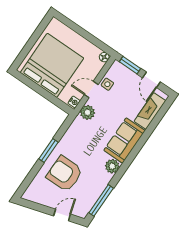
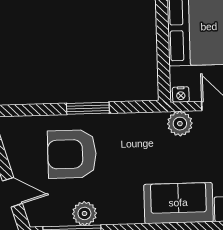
plant: (112, 166) -> (84, 213), moved
armchair: (65, 174) -> (72, 154), turned -90

